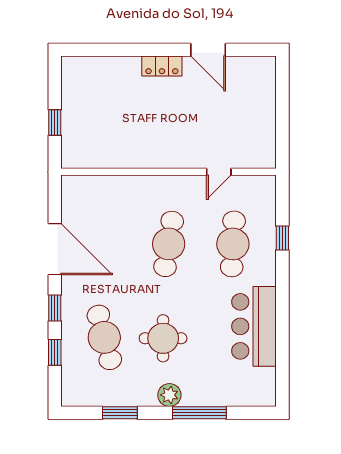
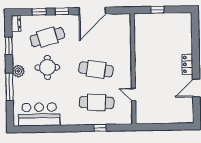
bar counter: (254, 326) -> (39, 114), moved
dresser: (77, 398) -> (16, 23), added

